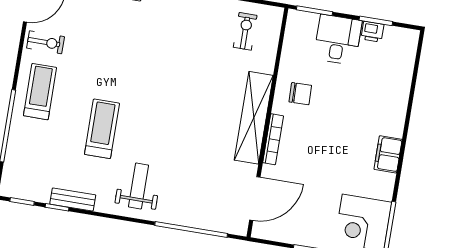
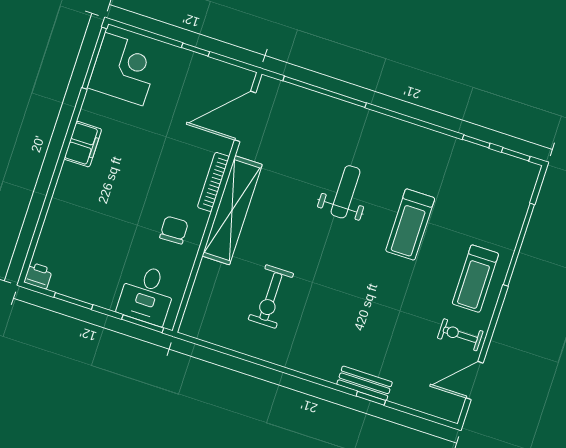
exercise bike: (245, 31) -> (271, 297), moved, width x1.38, depth x1.39
printer: (372, 32) -> (38, 276), moved
desk: (338, 40) -> (147, 295), moved
chair: (300, 94) -> (174, 230), turned 89
weight bench: (138, 186) -> (345, 192), moved, turned 180
bench: (73, 199) -> (457, 148), removed

